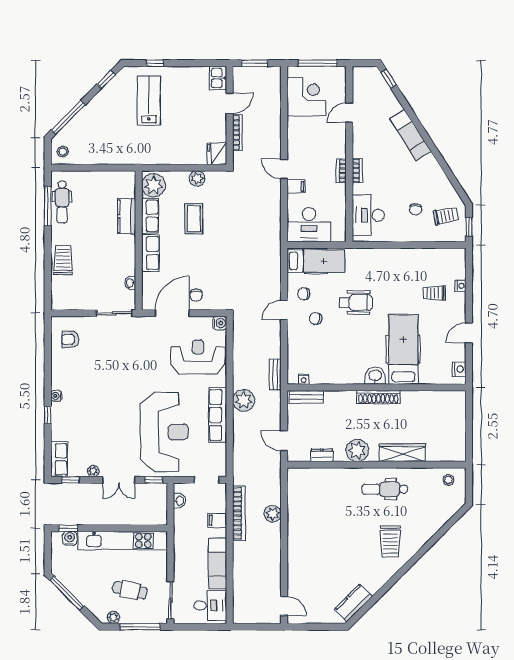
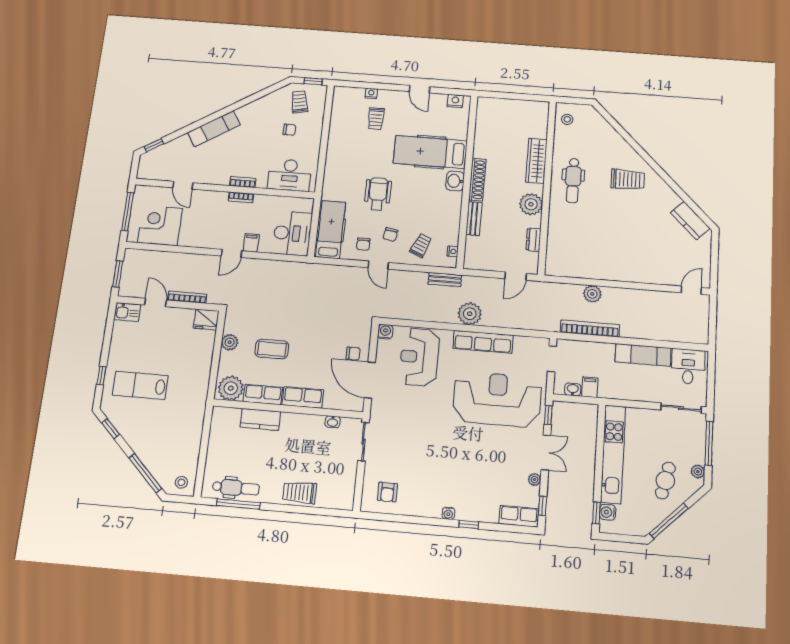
trolley: (307, 349) -> (421, 246), added
bench: (306, 397) -> (474, 219), moved
filing cabinet: (217, 520) -> (590, 387), moved, turned 180
cafe table: (130, 590) -> (665, 480), moved

